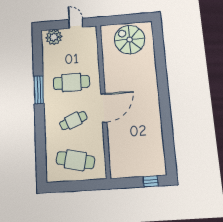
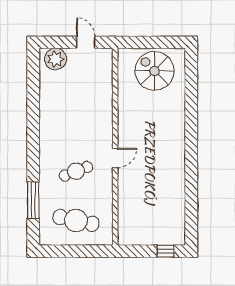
cafe table: (72, 82) -> (76, 122), removed
window: (39, 90) -> (33, 200), moved
door: (104, 108) -> (115, 158), width x0.53

